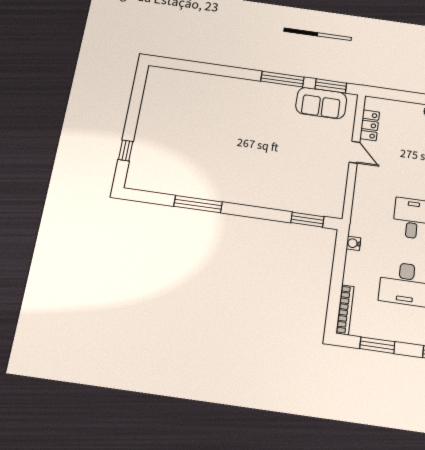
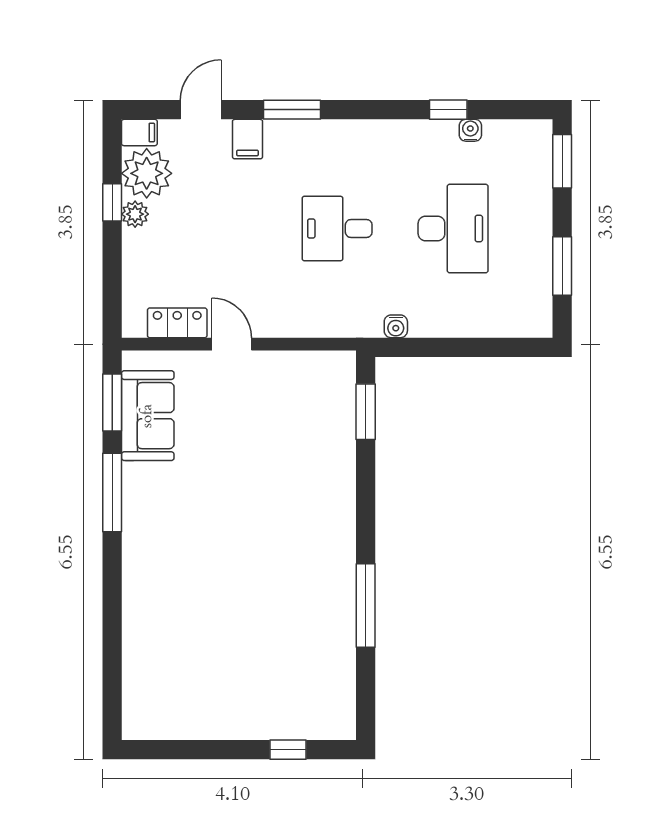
door: (354, 152) -> (232, 344), hinge flipped
bookcase: (345, 310) -> (511, 327), removed

